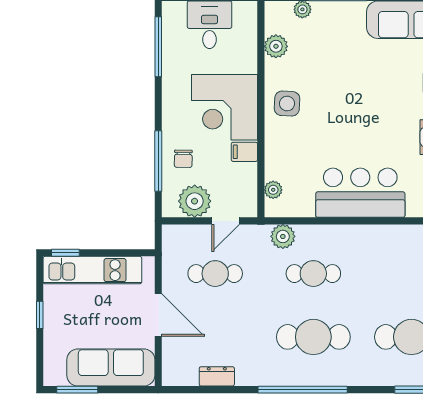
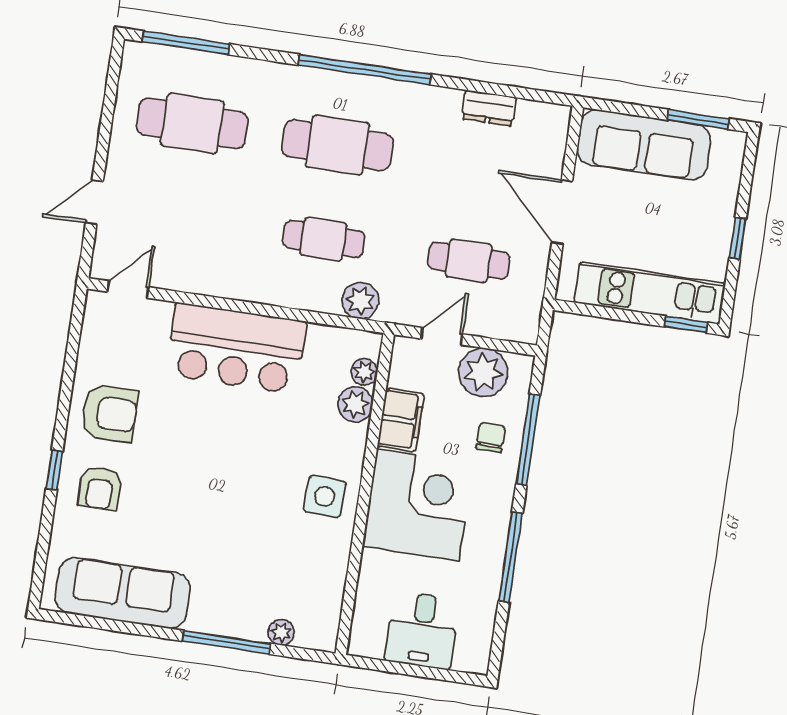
plant: (276, 46) -> (355, 404), moved
window: (158, 47) -> (511, 557), moved
filing cabinet: (244, 152) -> (401, 420), width x2.00

